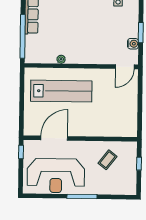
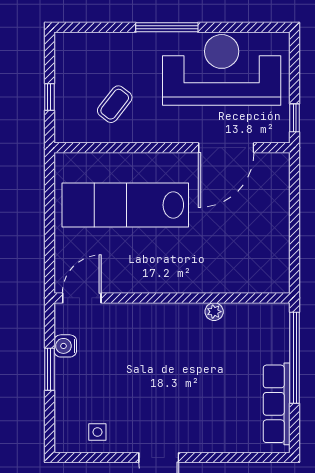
lab bench: (61, 91) -> (125, 205), moved

